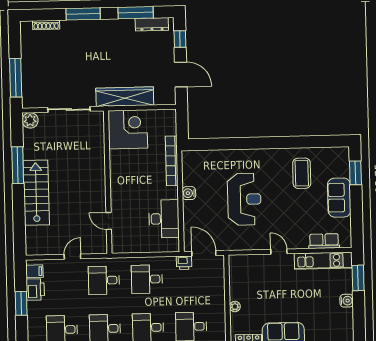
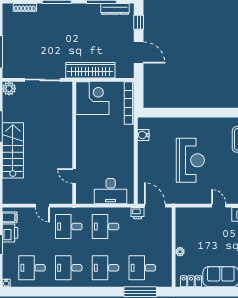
bookcase: (172, 161) -> (129, 103), moved
water cooler: (189, 193) -> (143, 135), moved
desk: (164, 219) -> (111, 191), moved, turned 90
door: (72, 257) -> (42, 206), swing flipped

